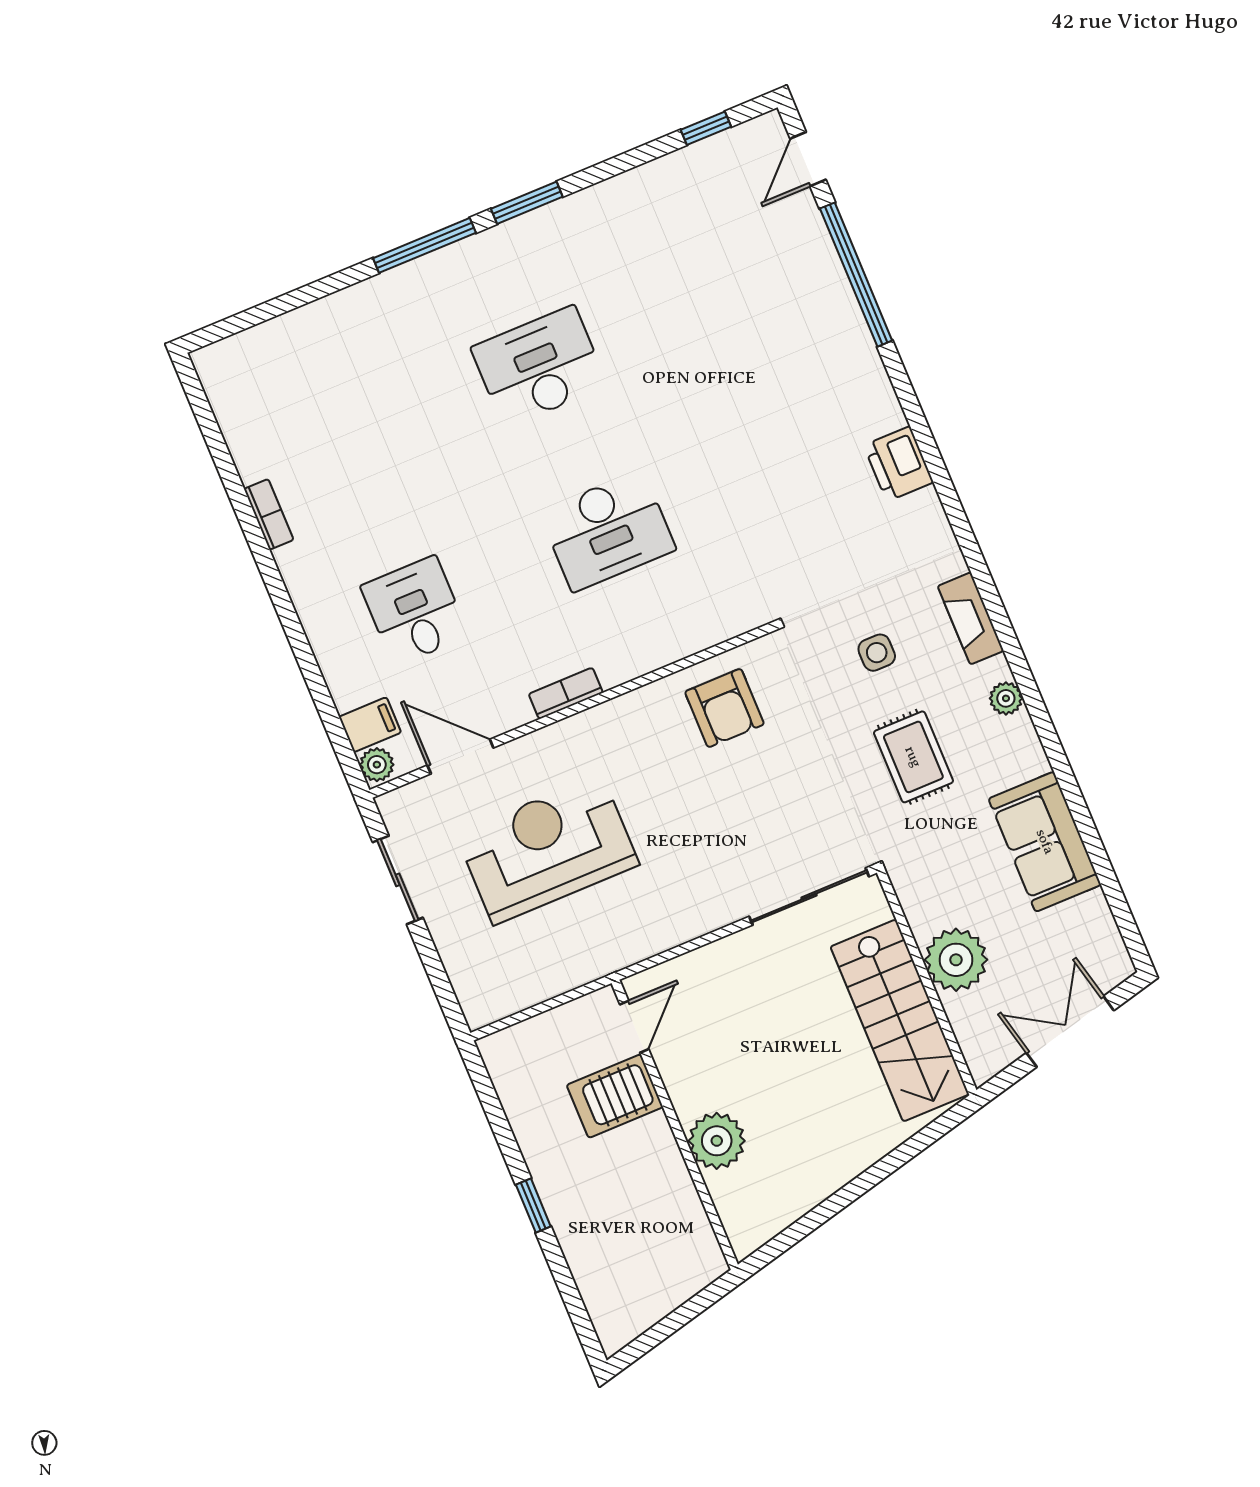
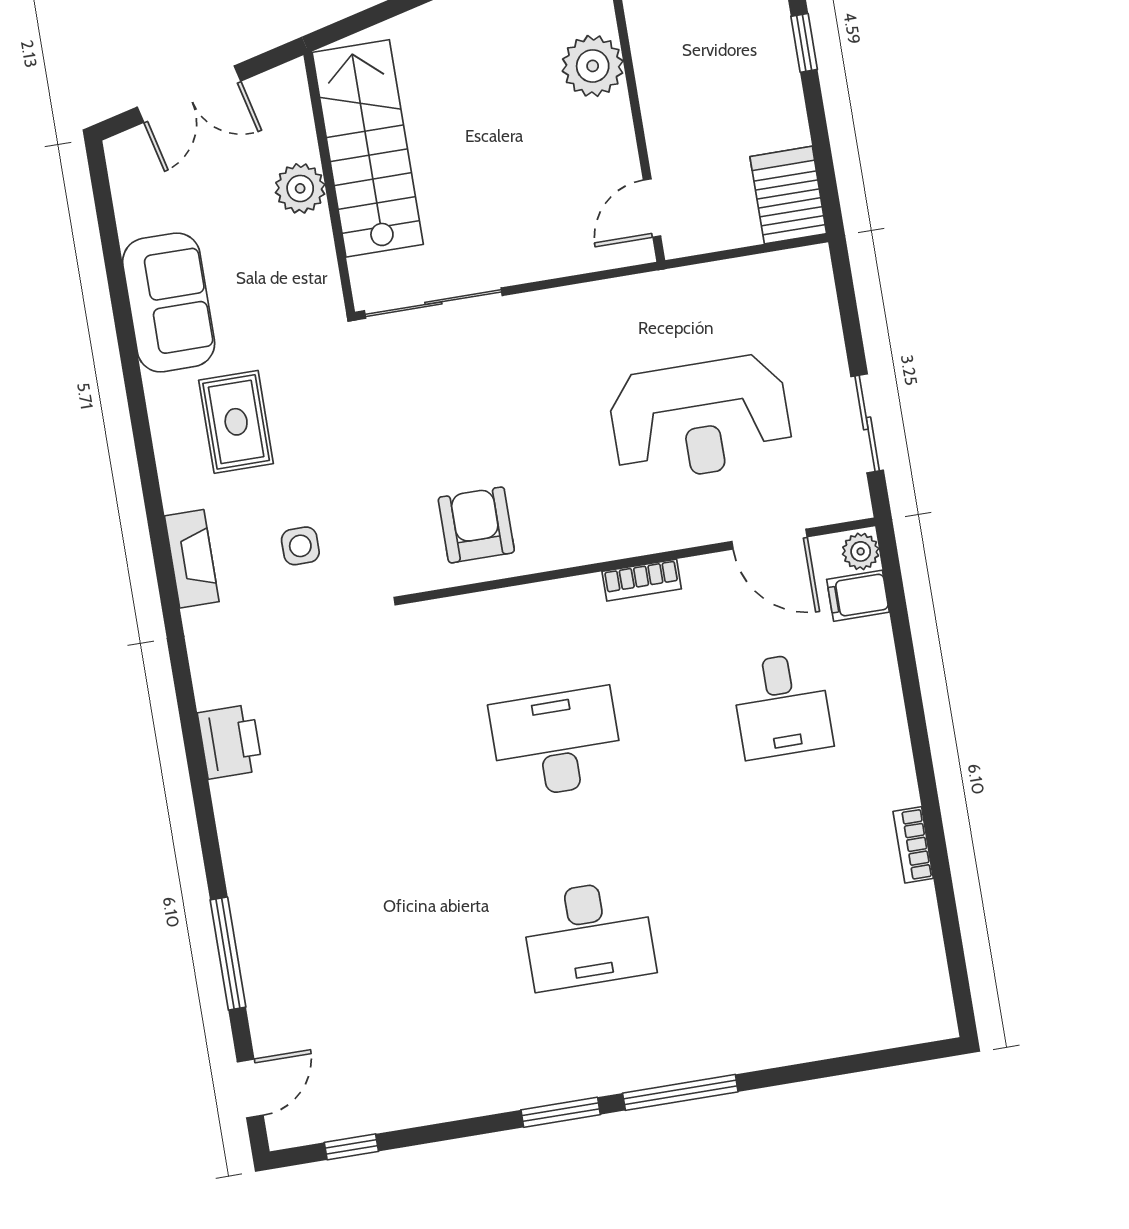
window: (856, 275) -> (228, 954), width x0.68
plant: (1006, 698) -> (174, 465), removed
rug: (913, 757) -> (236, 422), moved
plant: (956, 960) -> (300, 188), width x0.73, depth x0.73
server rack: (615, 1096) -> (788, 195), moved, turned -90

